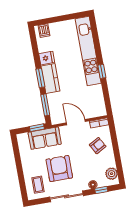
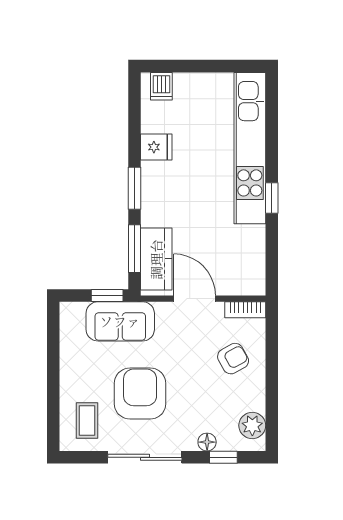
kitchen counter: (50, 79) -> (156, 259), moved

